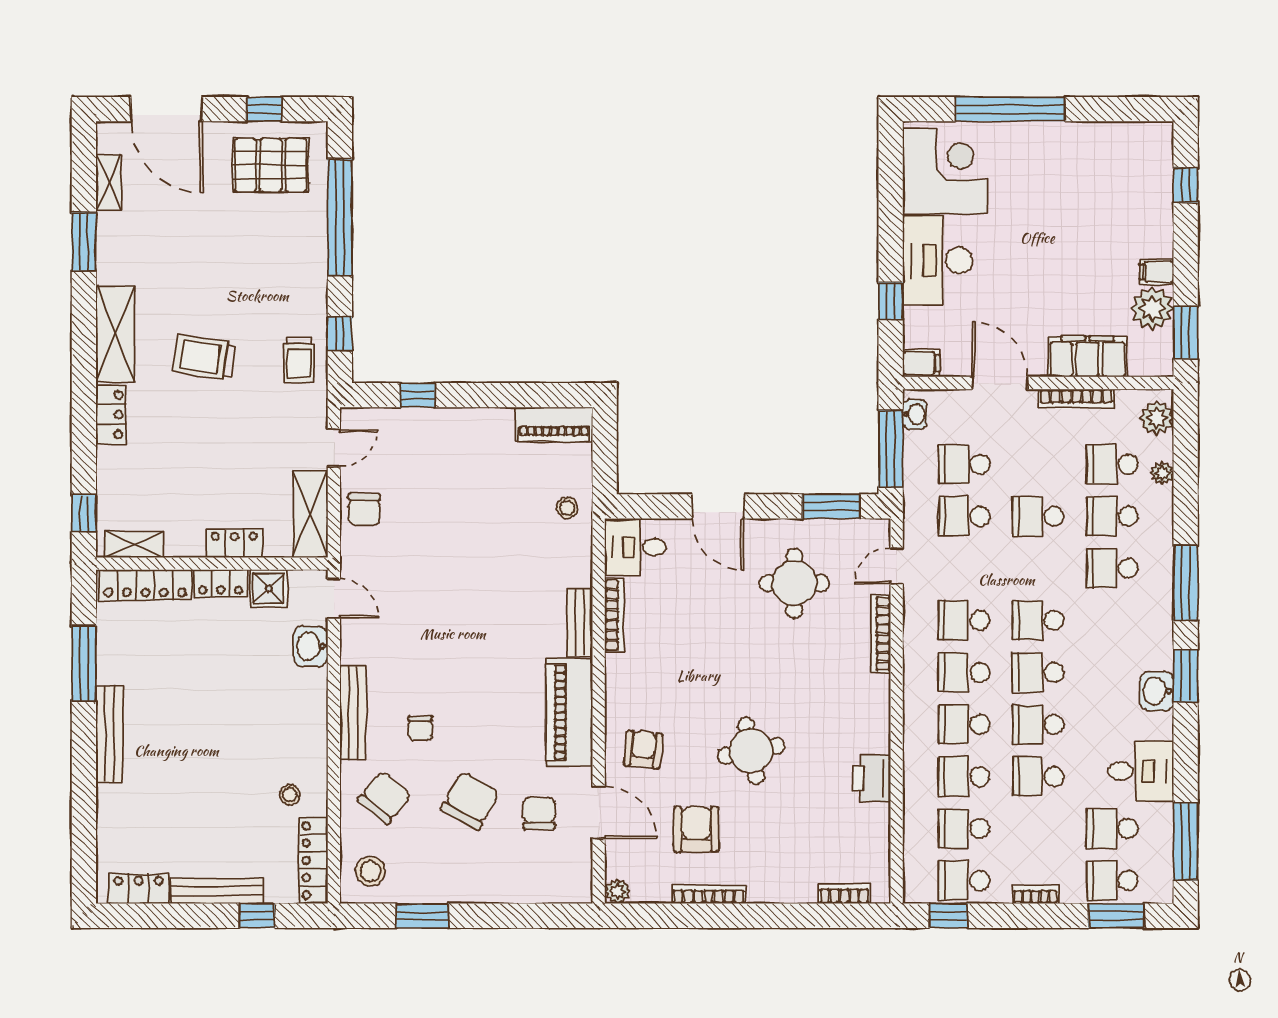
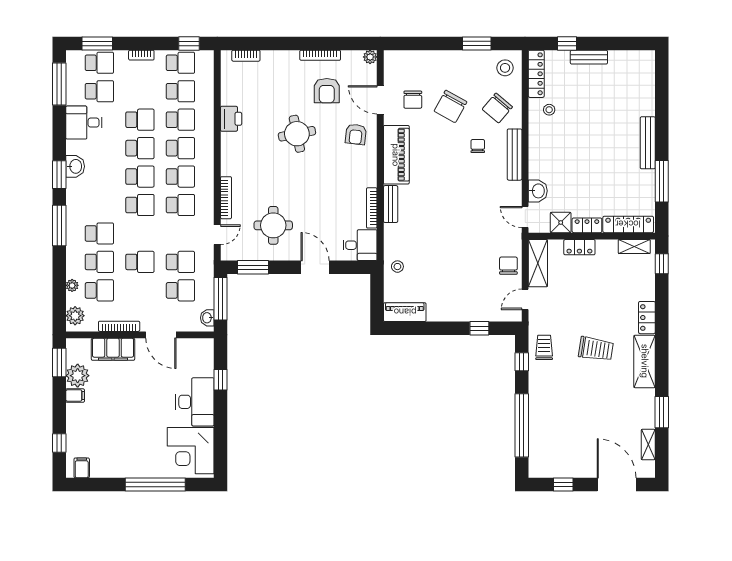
pallet: (271, 165) -> (560, 454), removed
filing cabinet: (921, 363) -> (82, 468), moved, turned 90
locker: (138, 889) -> (632, 58), removed
bench: (217, 891) -> (589, 57), width x0.73

